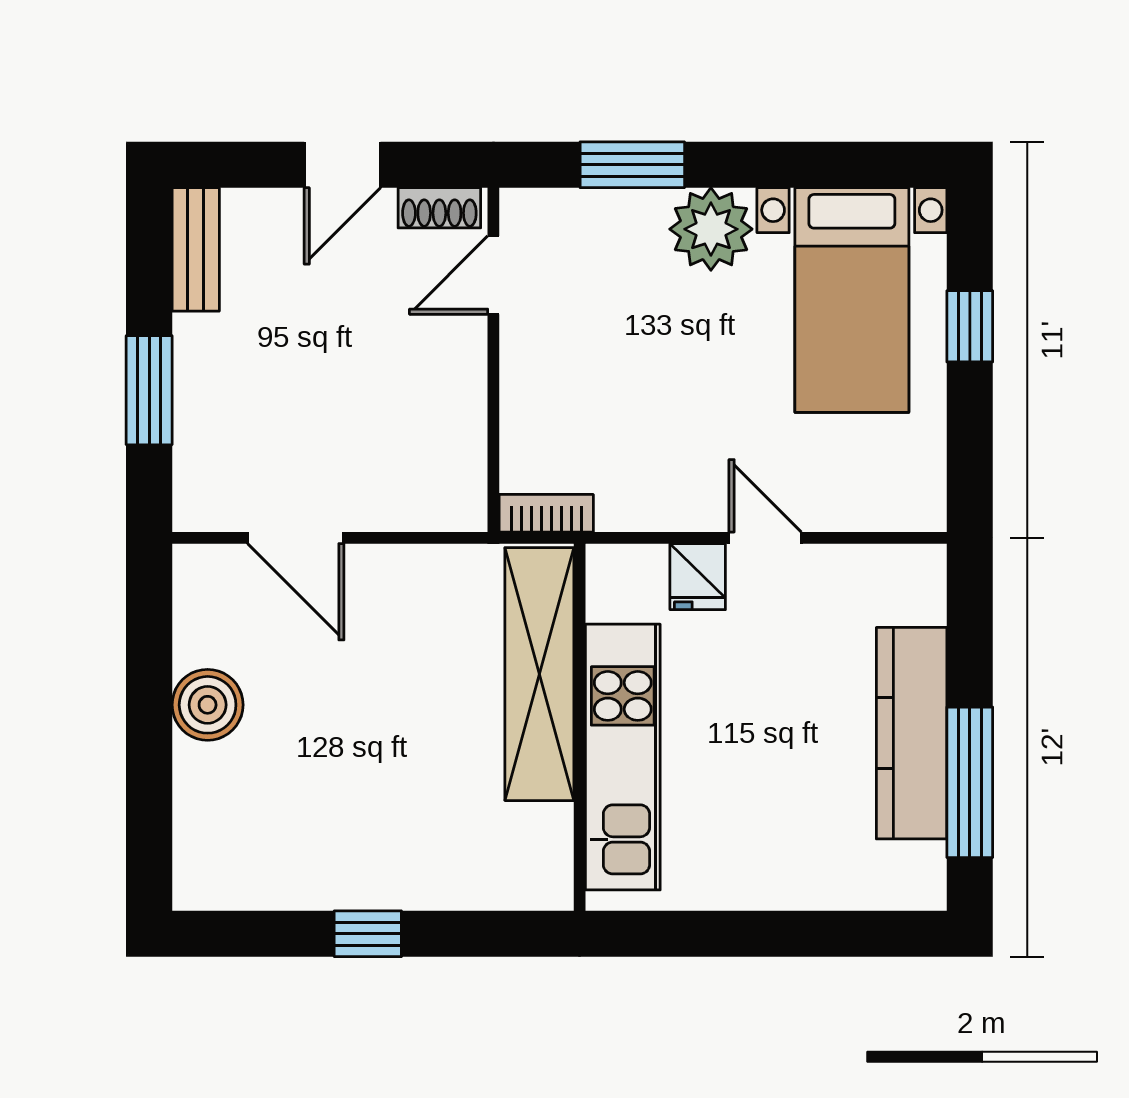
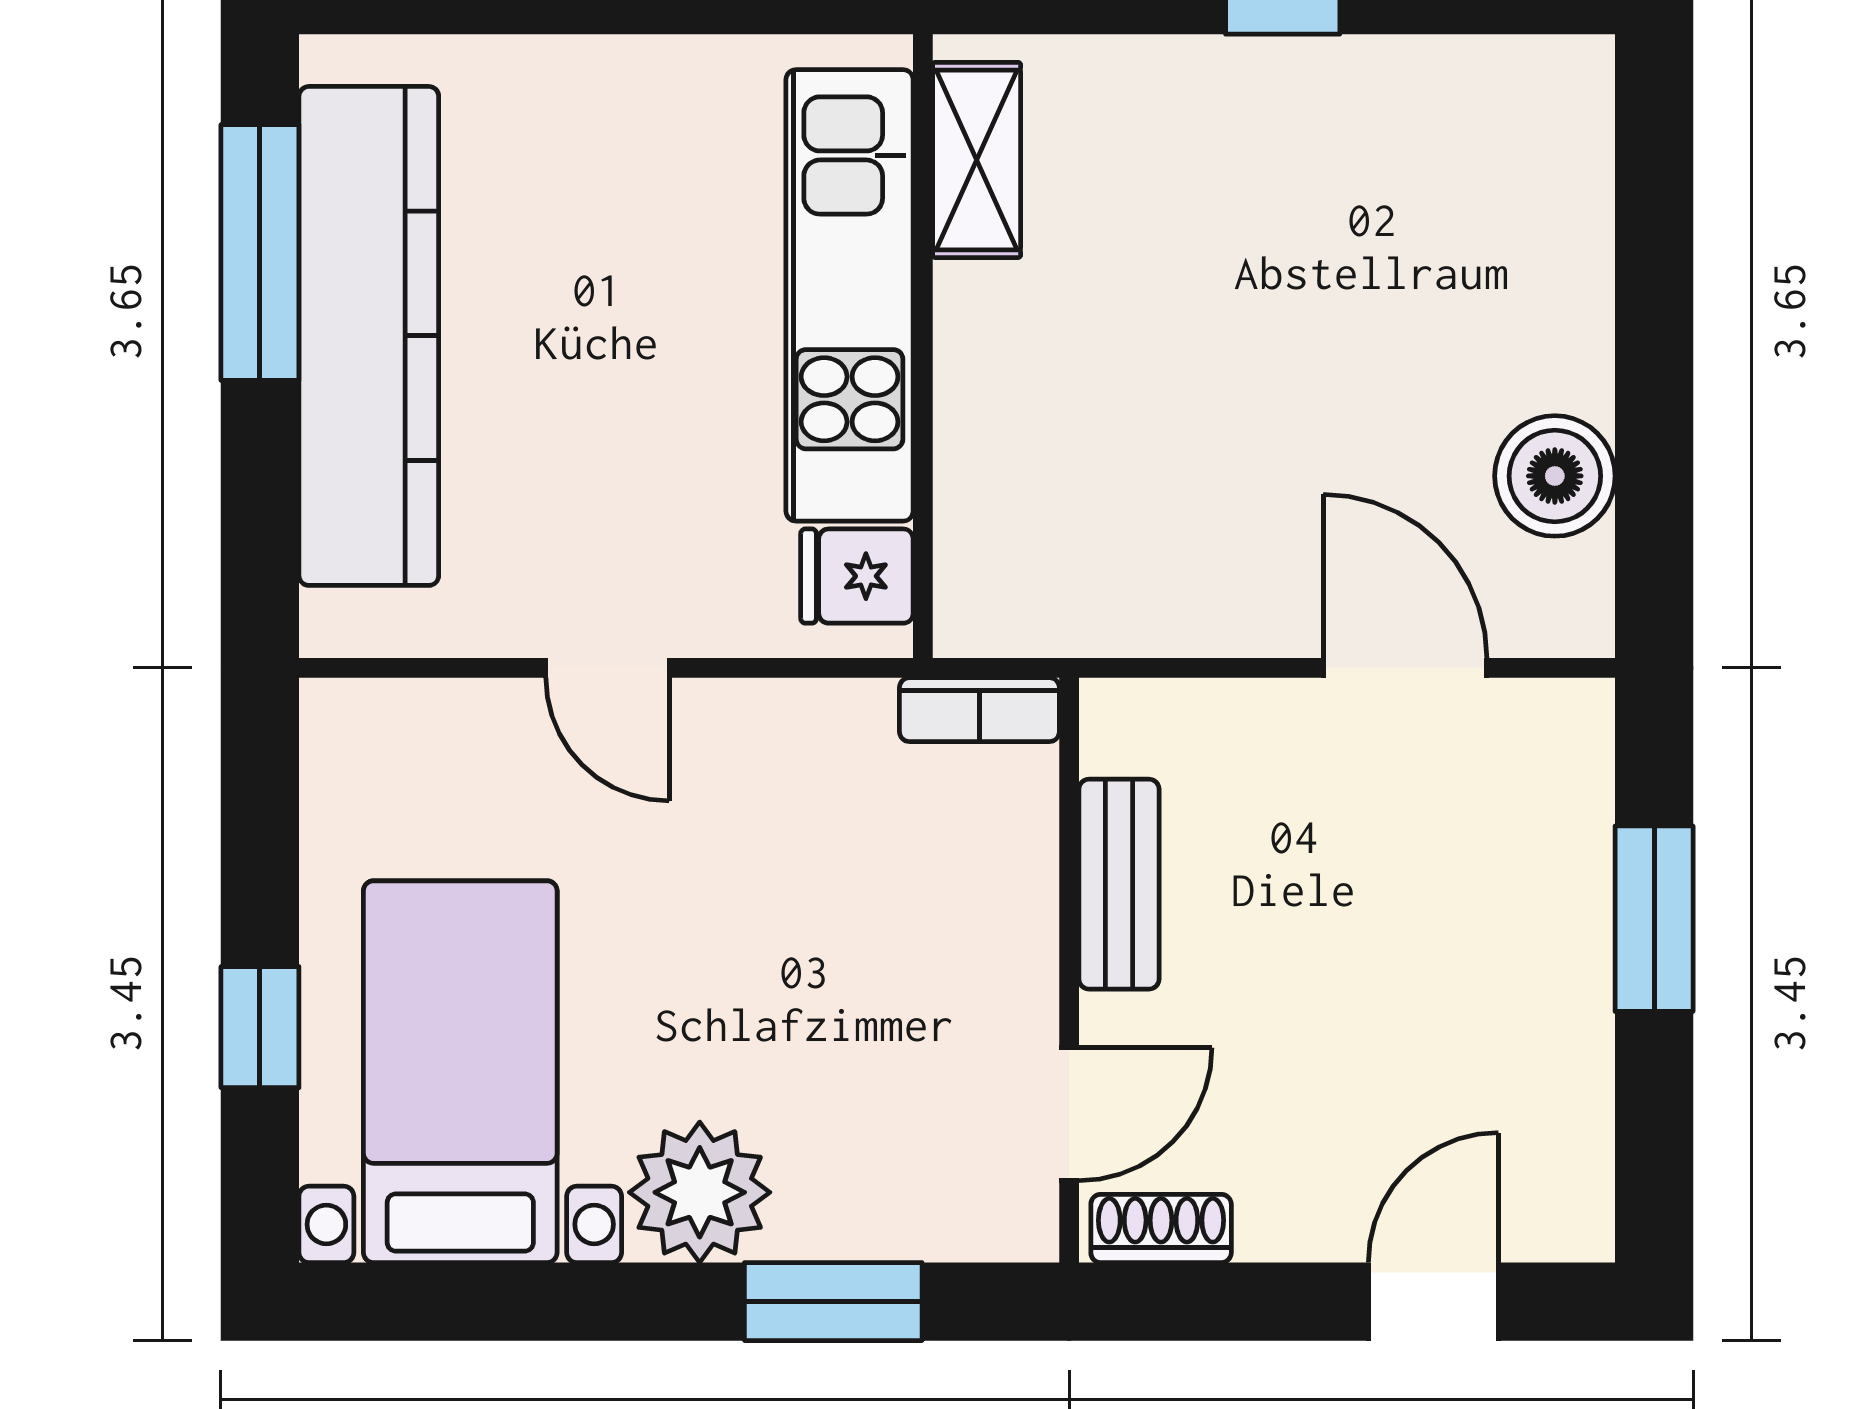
door: (342, 165) -> (1433, 1302), moved
bench: (196, 249) -> (1119, 884), moved
fridge: (698, 577) -> (857, 576), moved, turned -90
shelving: (539, 674) -> (977, 160), moved, width x0.45, depth x0.75
boiler: (208, 705) -> (1555, 476), moved
kitchen counter: (912, 733) -> (369, 336), width x1.39, depth x1.17

